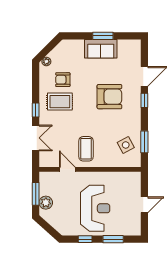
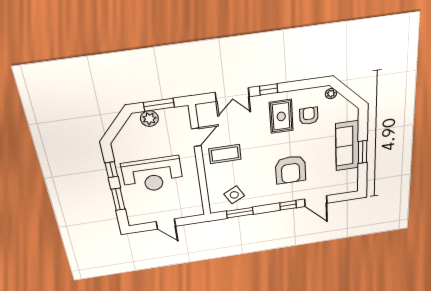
sofa: (101, 49) -> (347, 146), width x1.36

